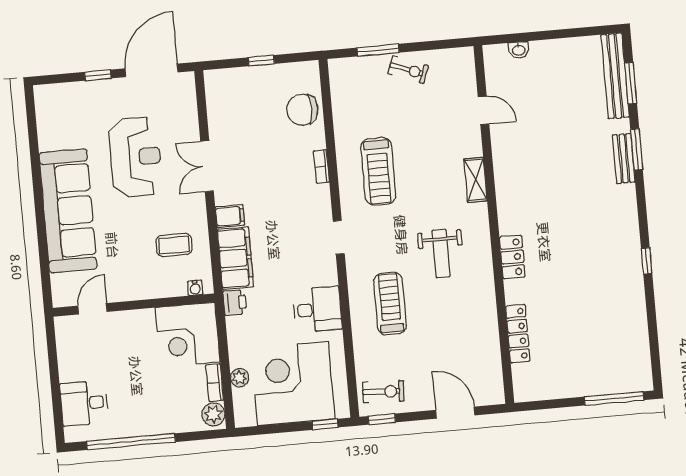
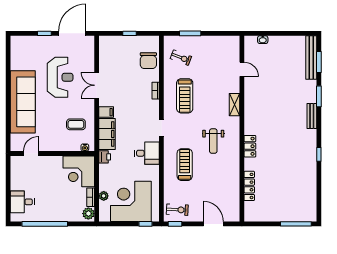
exercise bike: (408, 70) -> (181, 58), moved
chair: (302, 110) -> (148, 61), turned -90
bench: (624, 158) -> (312, 116), moved
desk: (317, 309) -> (147, 153), moved

